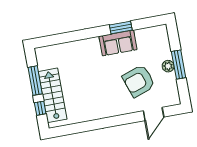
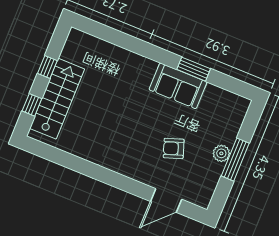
window: (35, 81) -> (47, 67), width x0.46
armchair: (139, 81) -> (174, 148), width x0.53, depth x0.53

